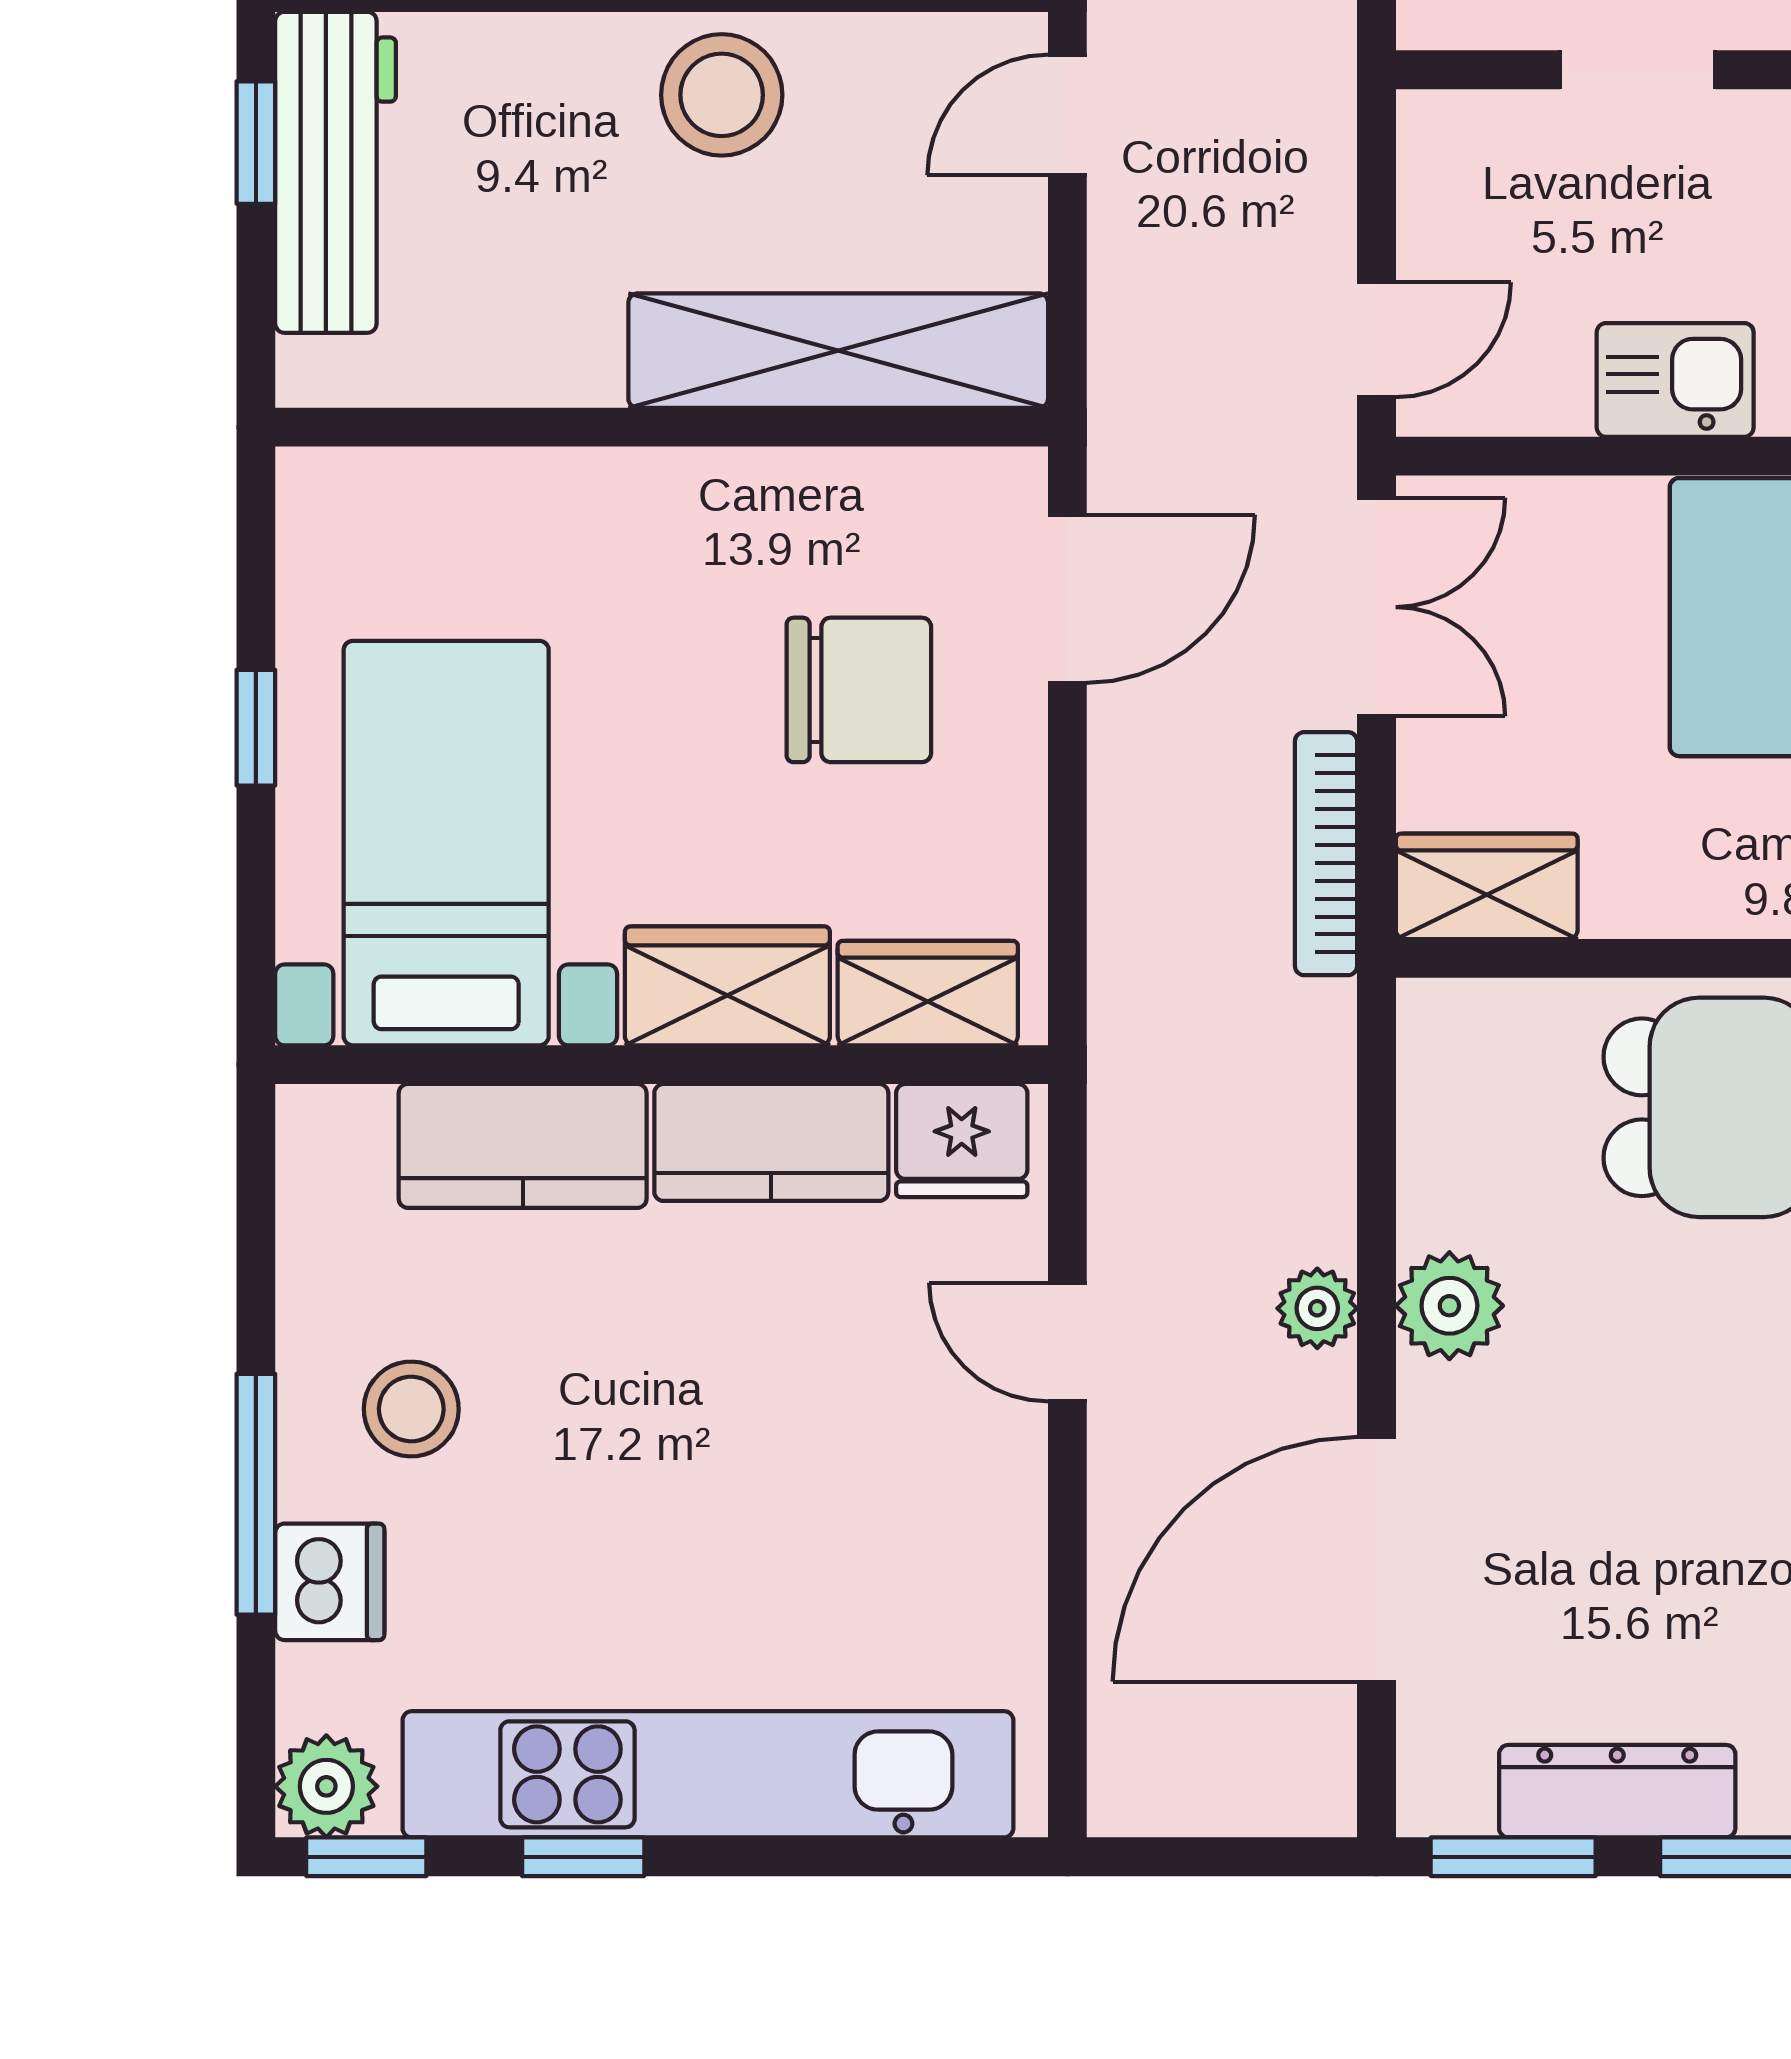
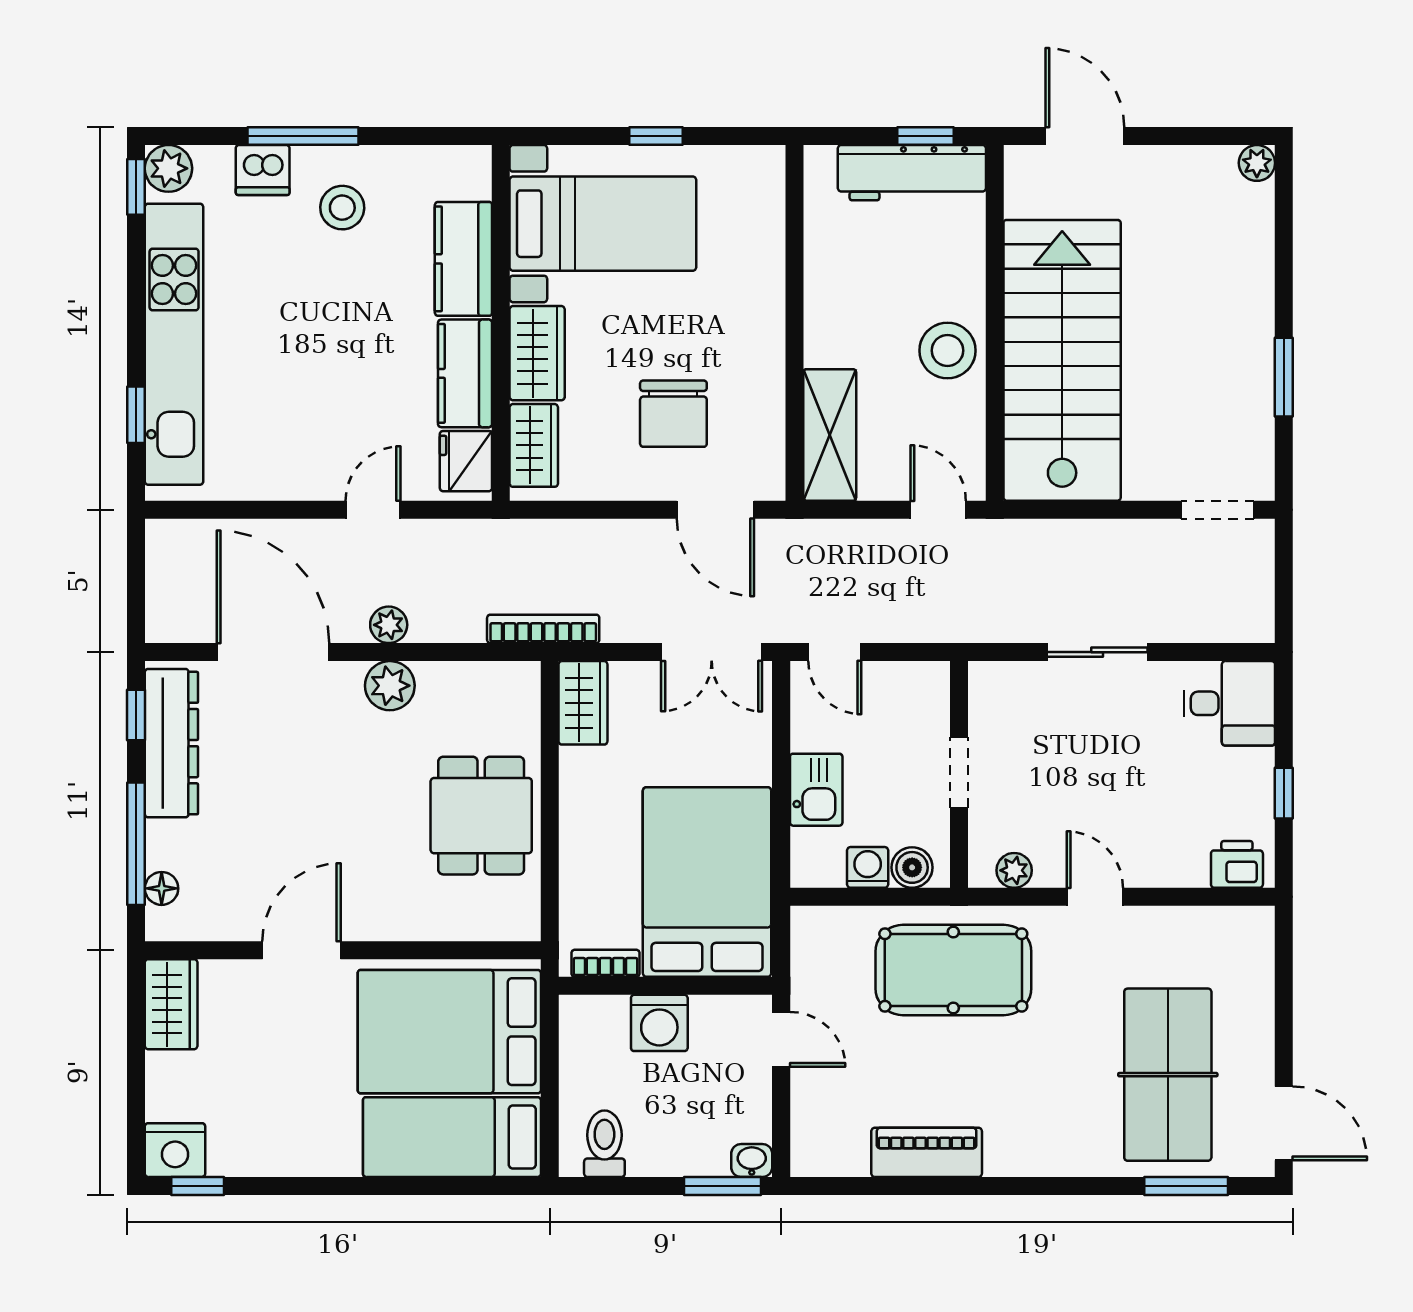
shelving: (838, 351) -> (830, 435), width x0.68
bookcase: (1326, 854) -> (543, 629), moved
dresser: (1617, 1791) -> (171, 743), width x1.37, depth x1.24
window: (583, 1857) -> (136, 415), moved
window: (1513, 1857) -> (136, 715), width x0.67

